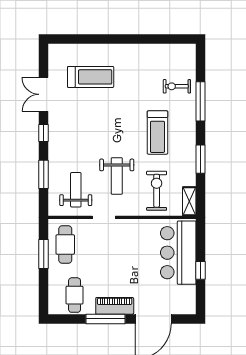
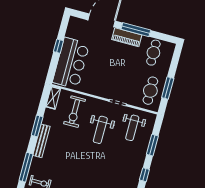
treadmill: (157, 132) -> (63, 153), removed
bench: (190, 141) -> (41, 141), added
weight bench: (117, 176) -> (100, 130), turned 180

